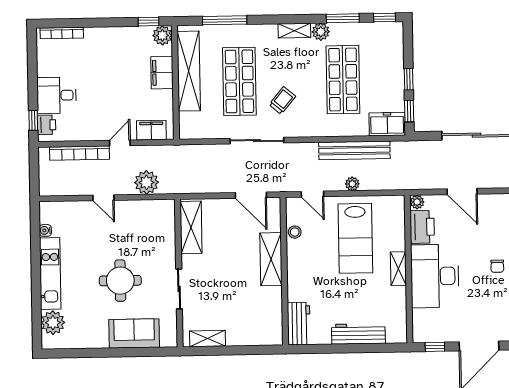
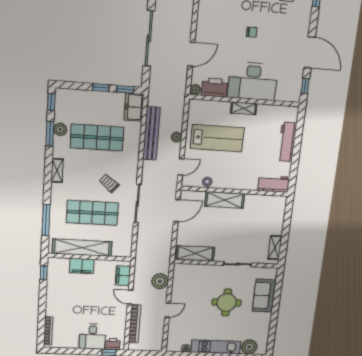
plant: (321, 32) -> (60, 129), moved
plant: (162, 35) -> (54, 264), removed

